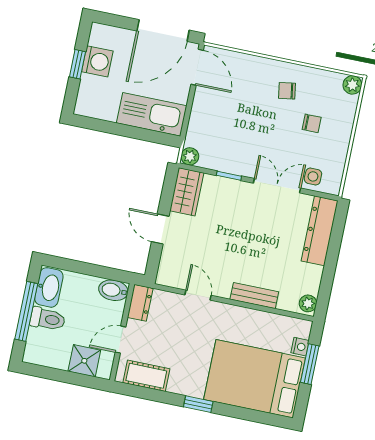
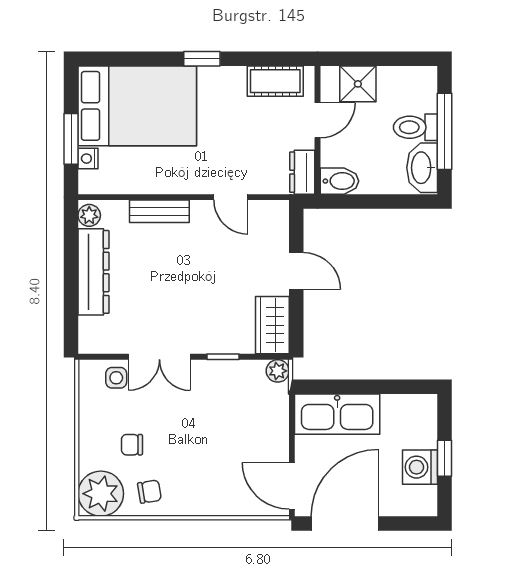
plant: (352, 85) -> (101, 494), width x1.88, depth x1.88
chair: (287, 91) -> (149, 492), moved
dresser: (320, 231) -> (94, 272), moved

